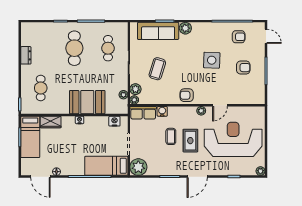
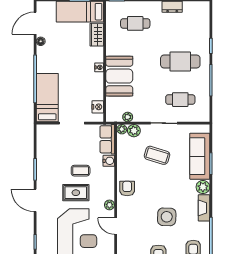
fireplace: (204, 27) -> (204, 208), added
plant: (138, 167) -> (46, 134), removed

